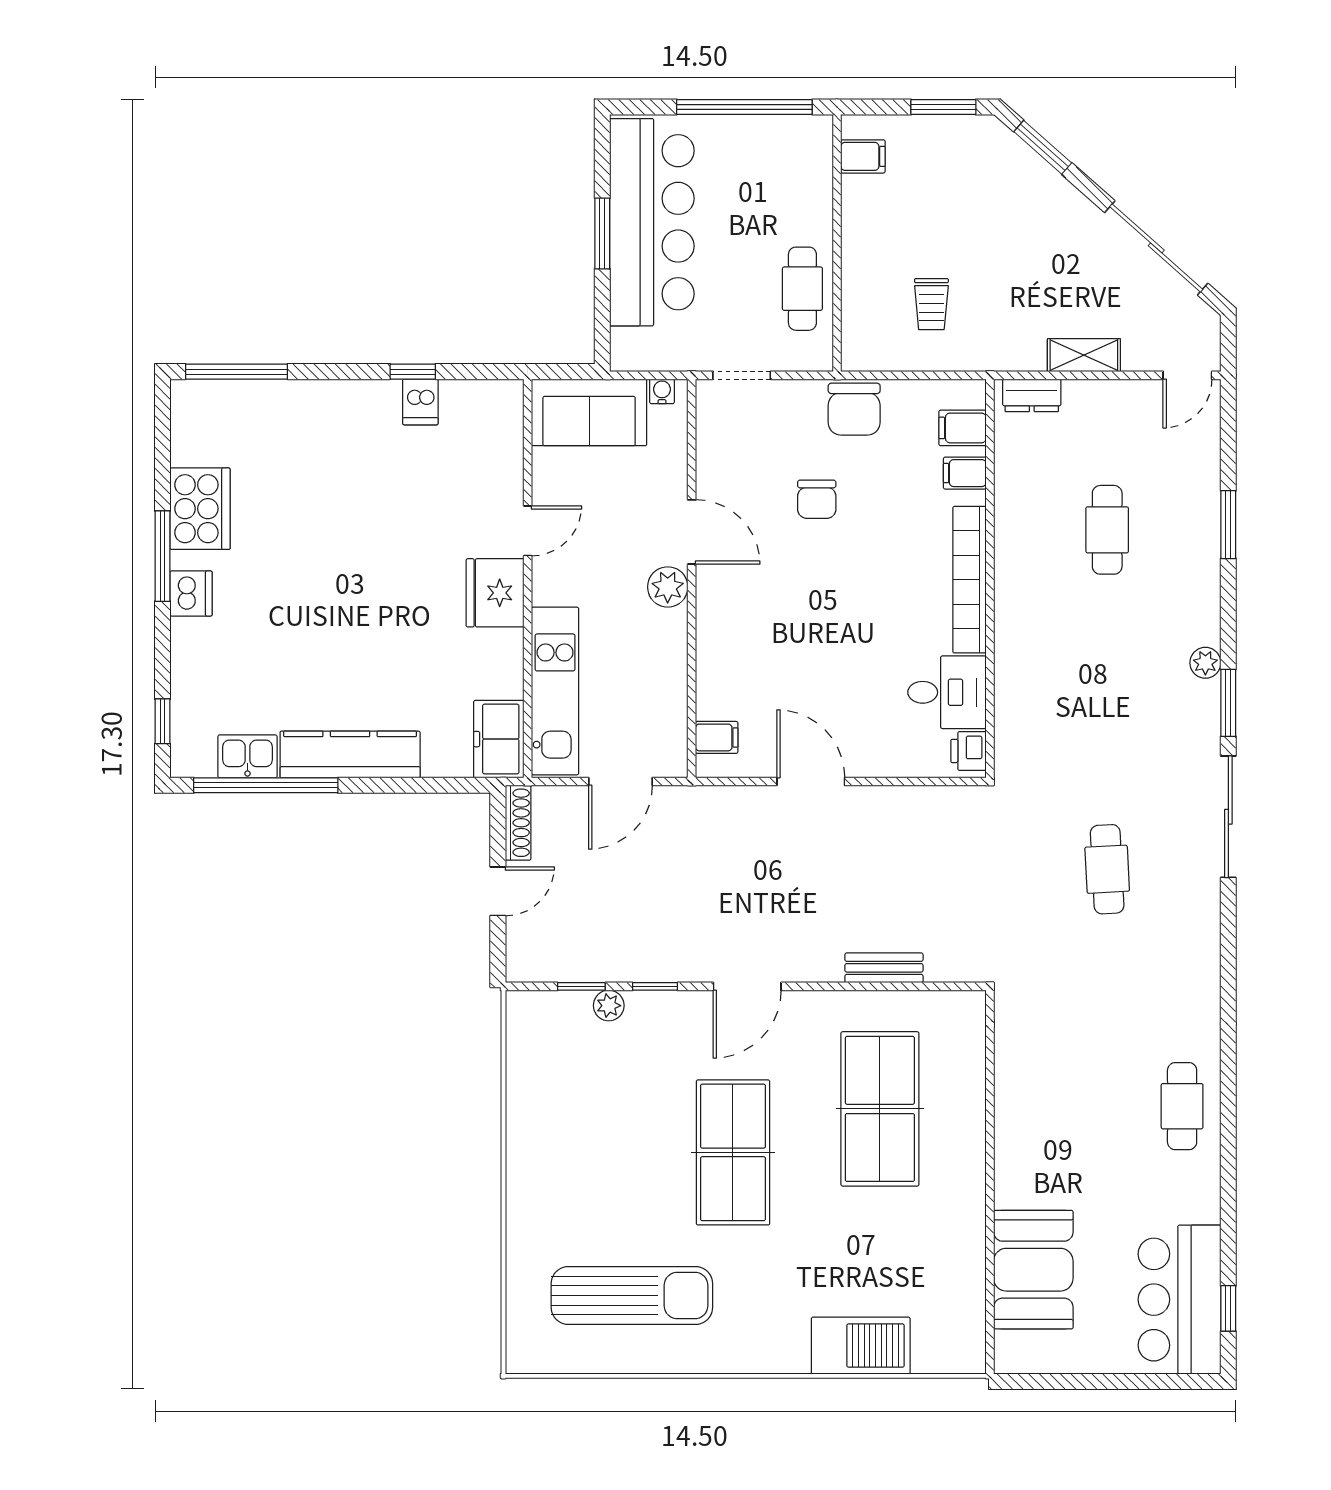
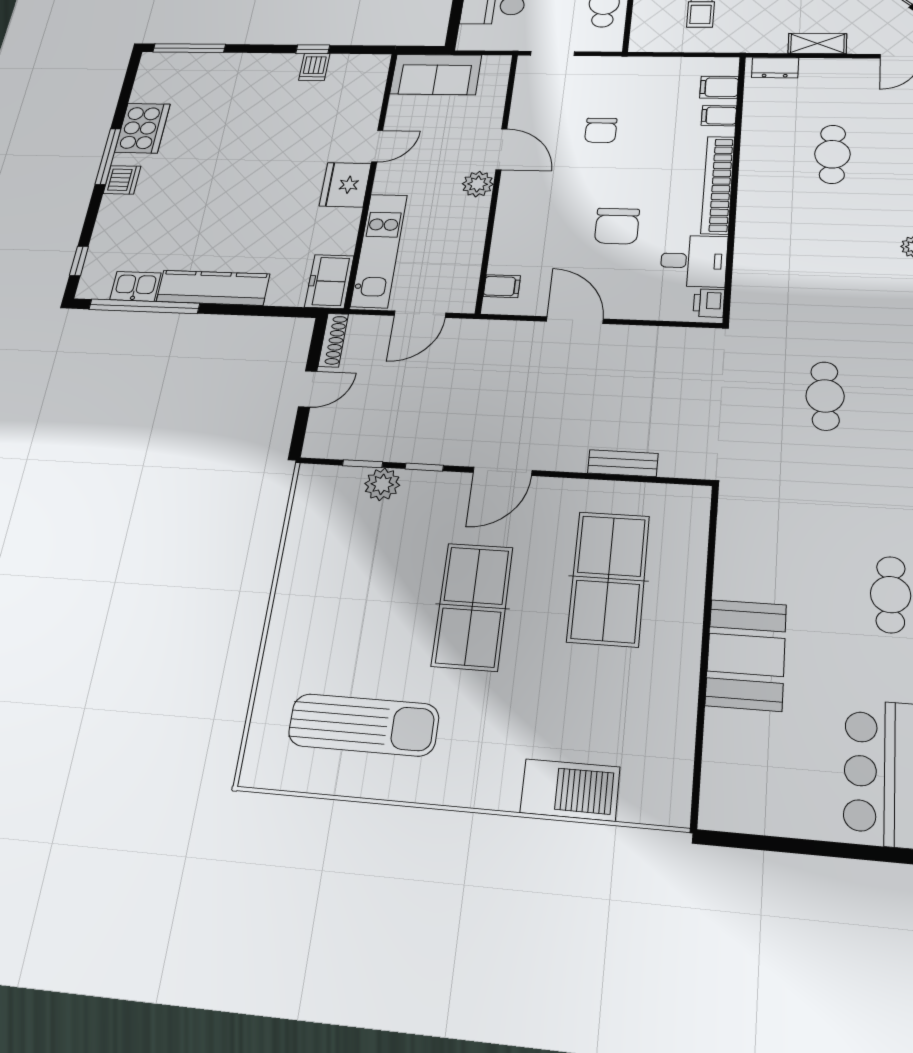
water cooler: (662, 391) -> (492, 62), removed
chair: (854, 409) -> (617, 226), moved
plant: (609, 1006) -> (382, 484), width x1.38, depth x1.38
booth: (1033, 1270) -> (746, 655), moved

